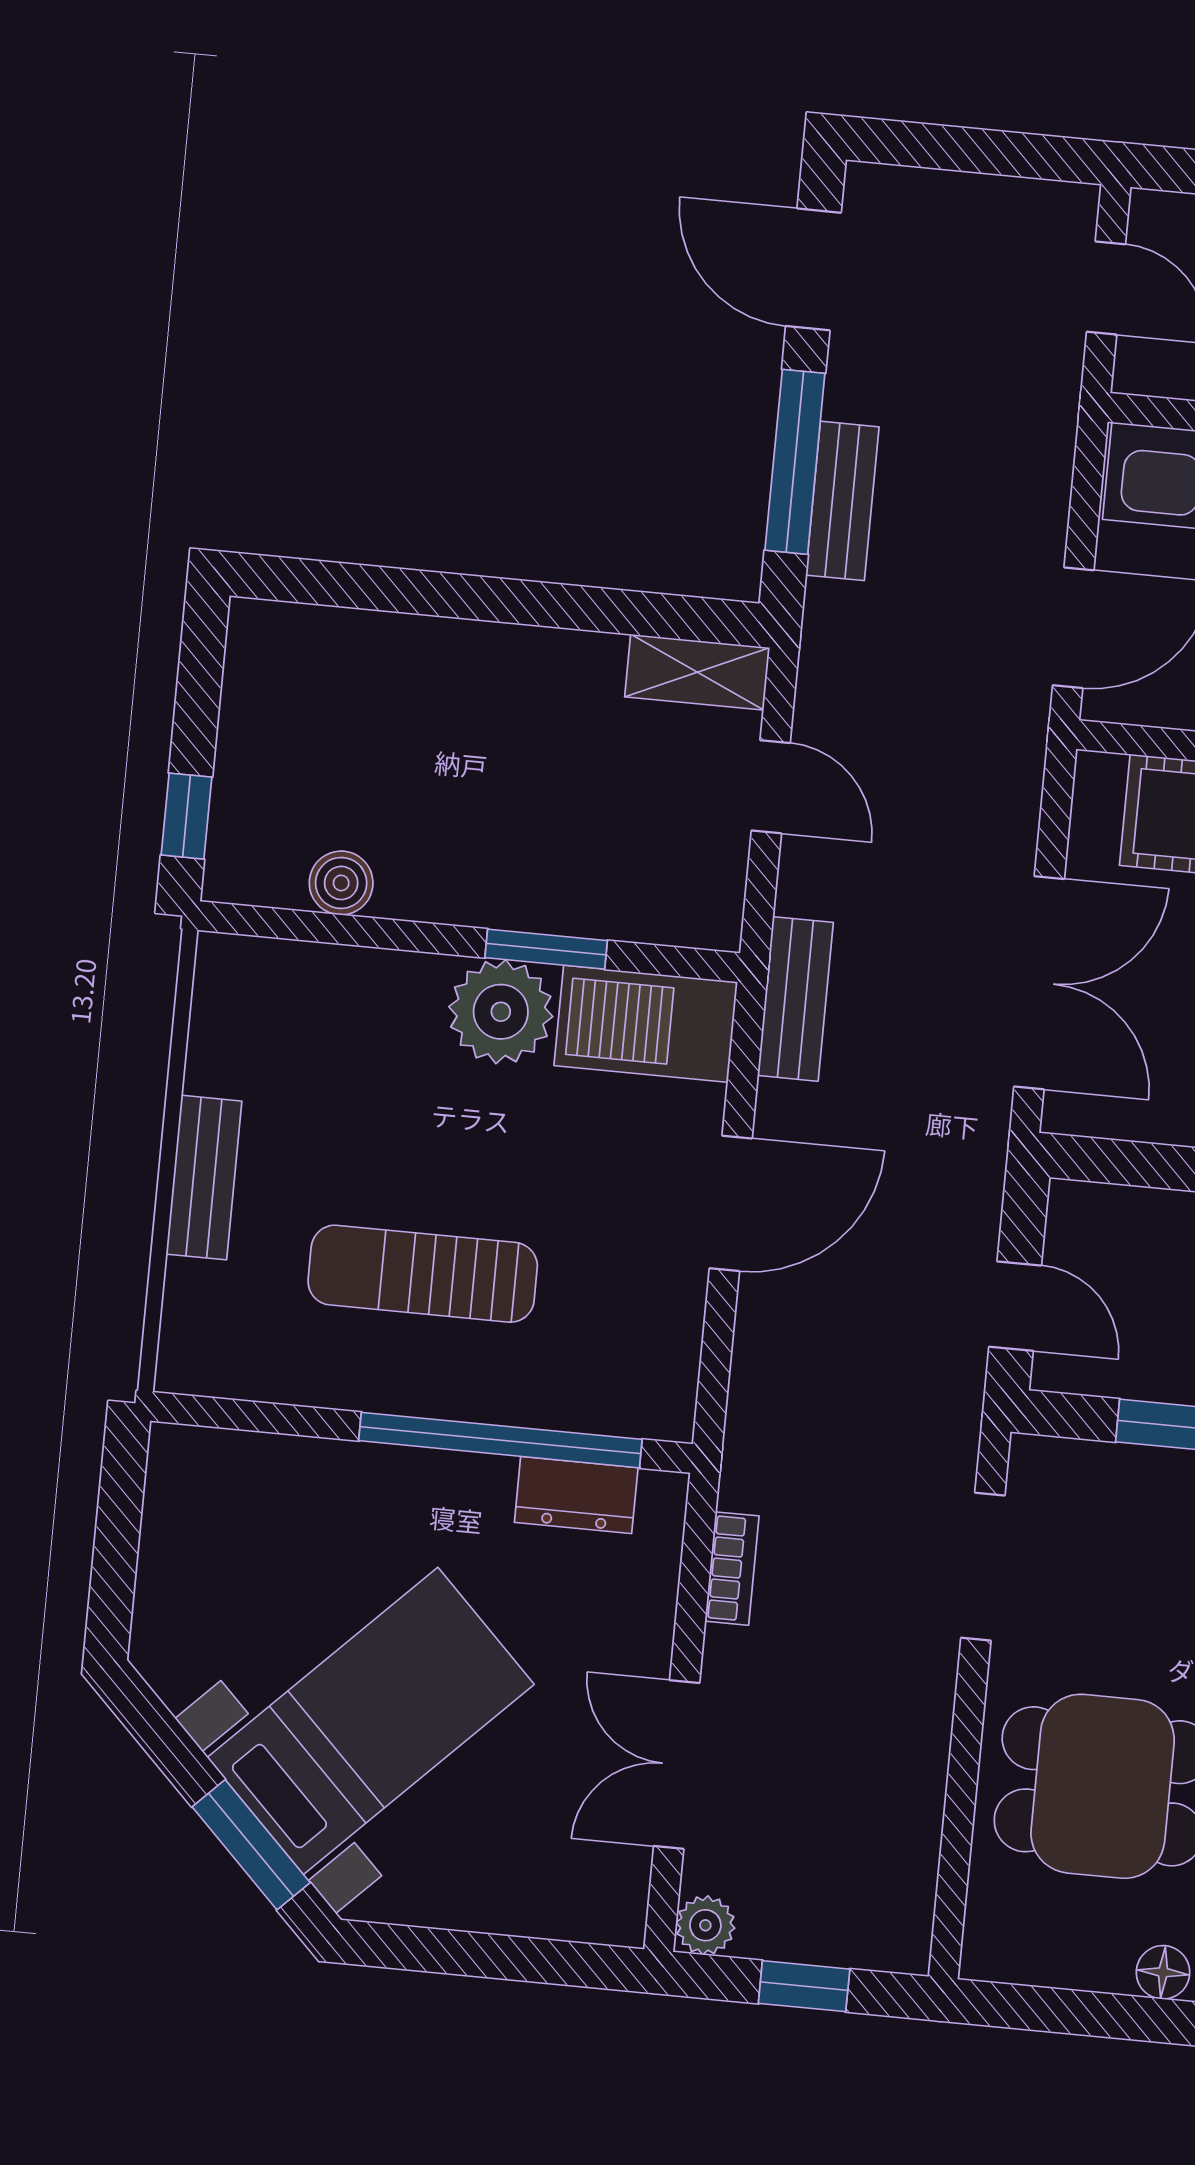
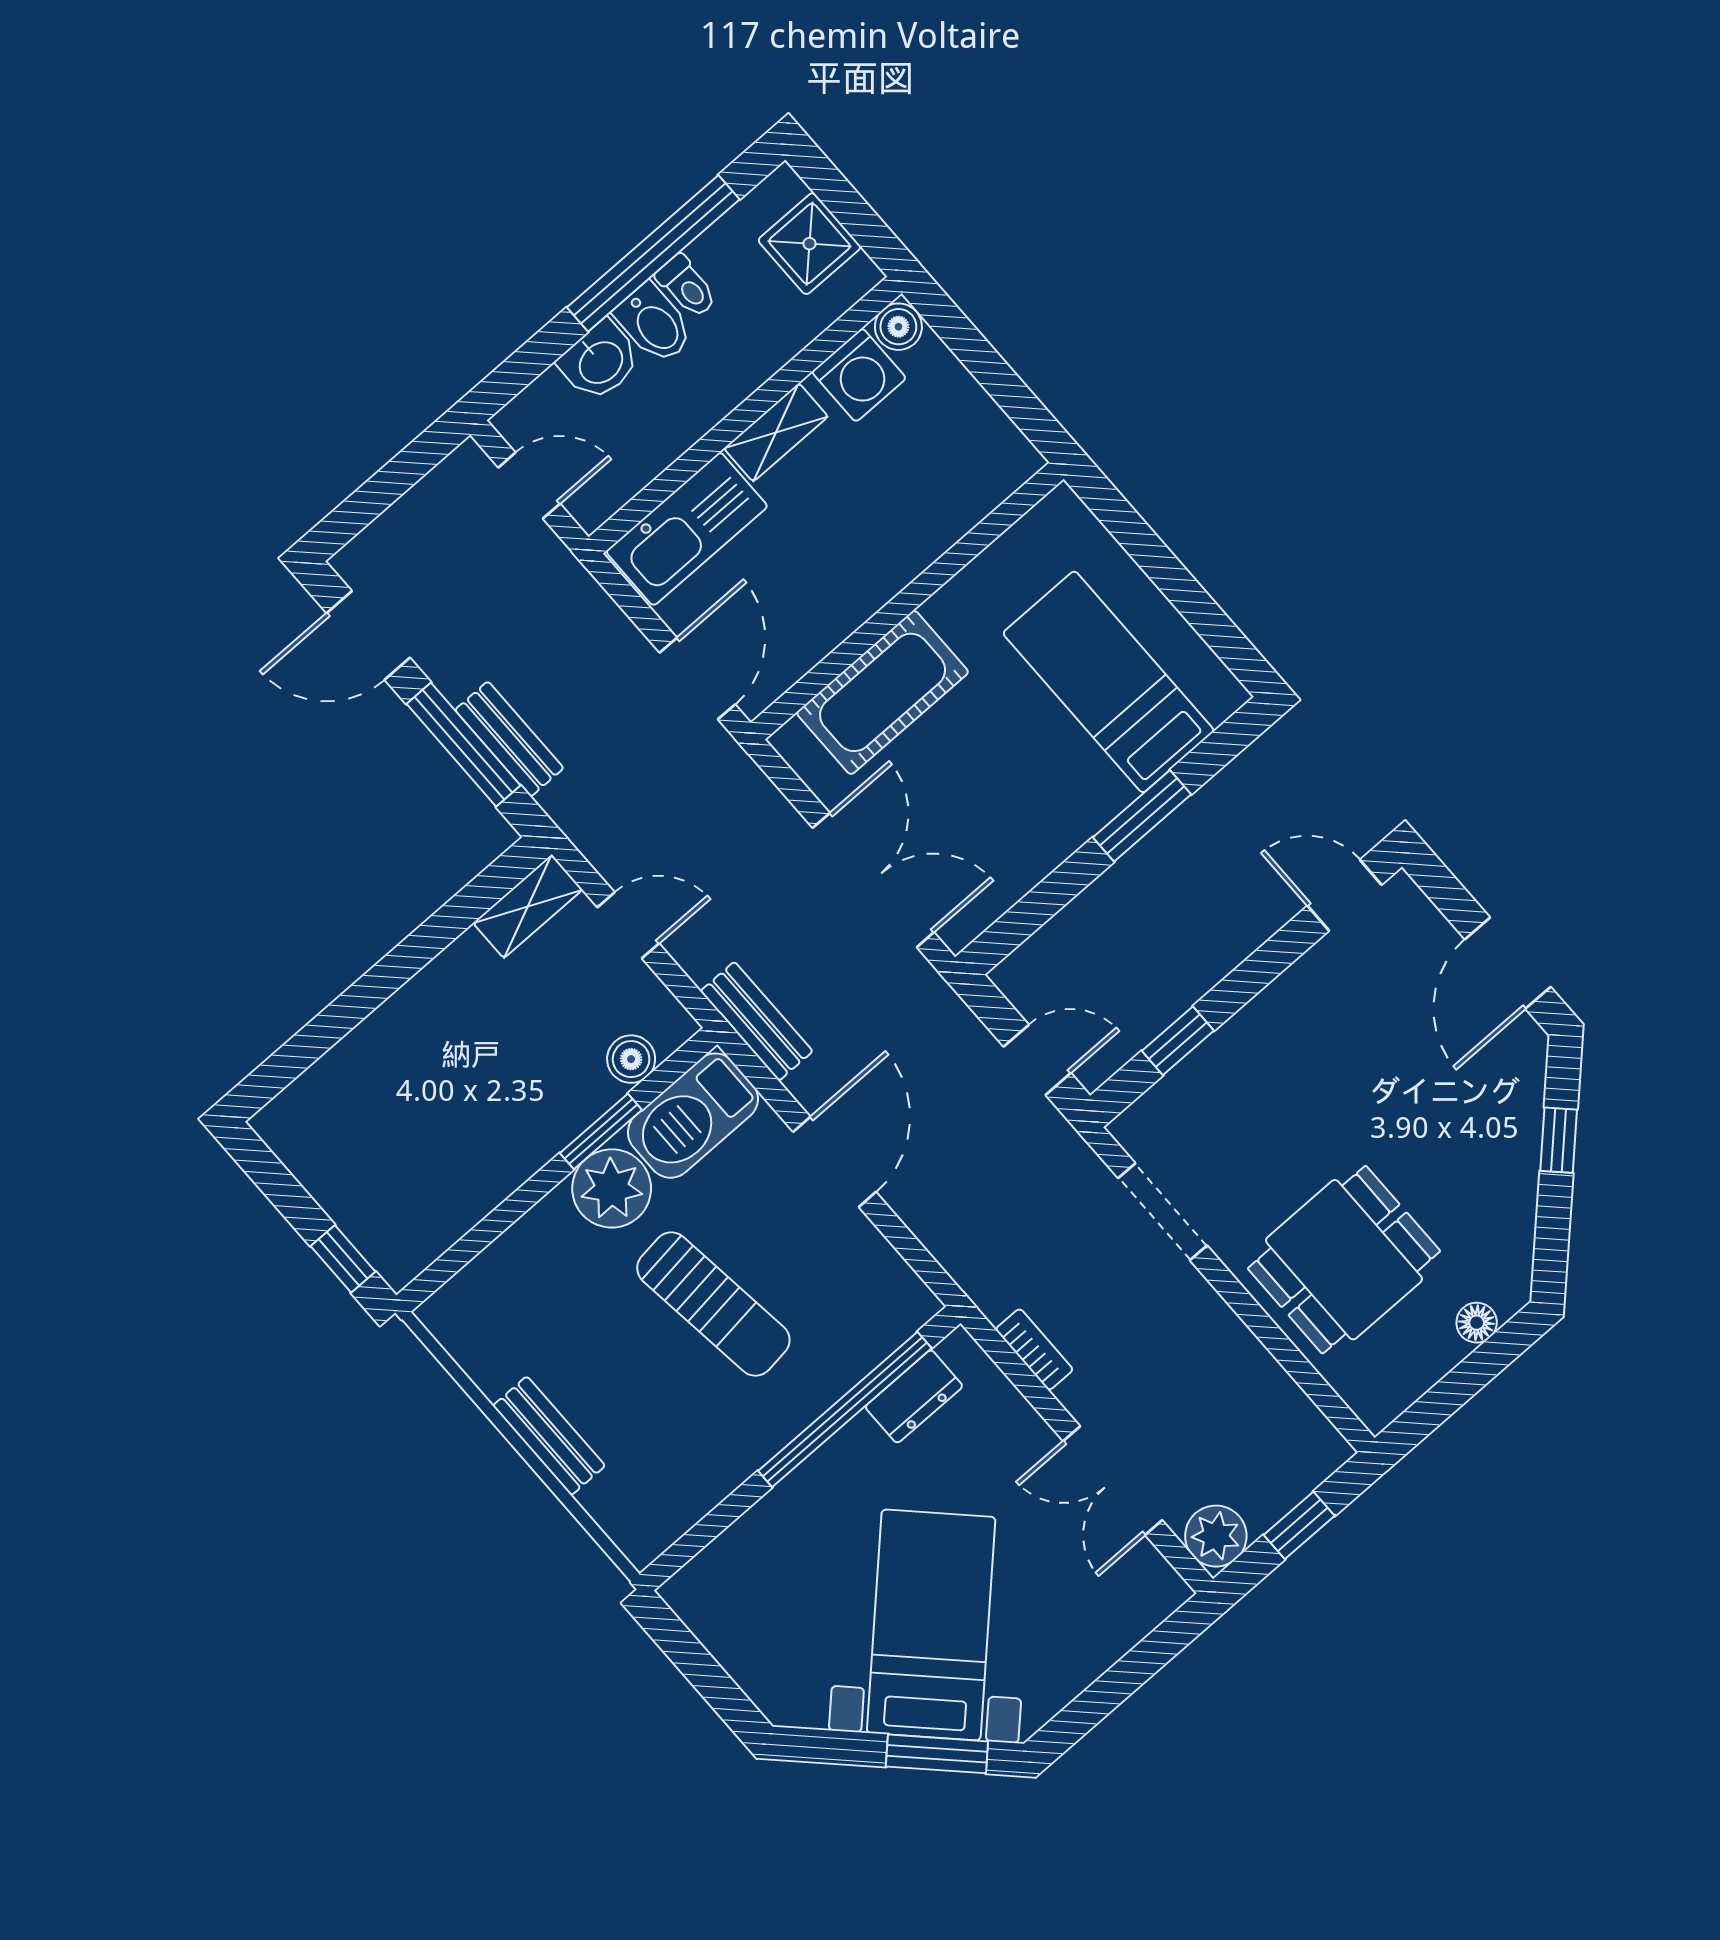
boiler: (341, 883) -> (631, 1059), moved
sun lounger: (423, 1274) -> (713, 1304), moved, turned -97
plant: (705, 1925) -> (1216, 1536), width x1.38, depth x1.38

